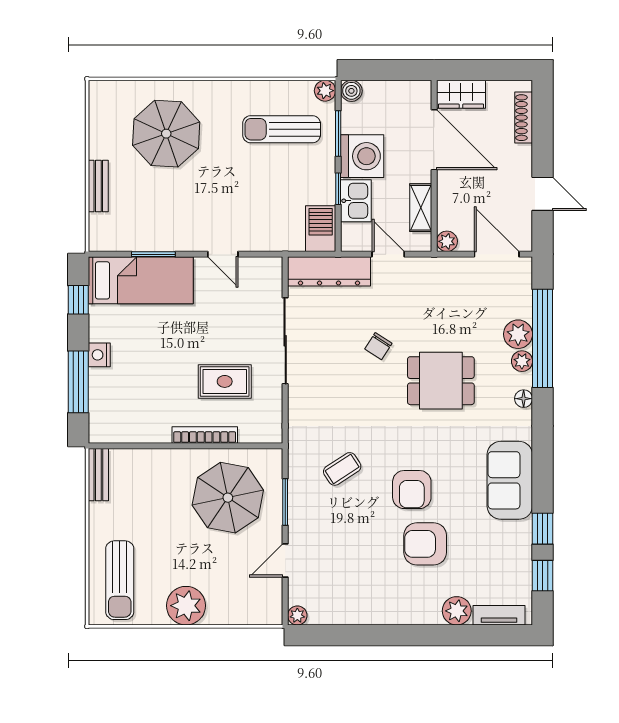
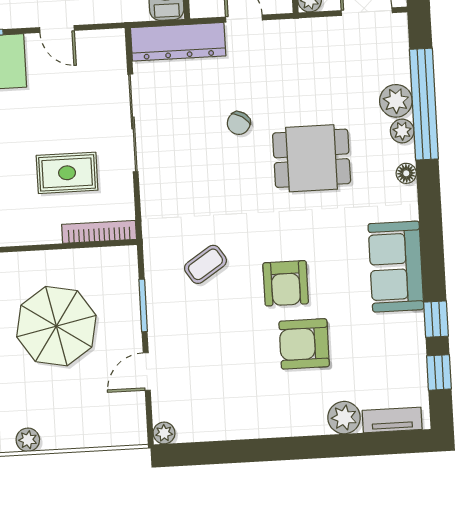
bookcase: (205, 435) -> (99, 232), moved
parasol: (228, 498) -> (56, 326), moved
plant: (186, 606) -> (28, 440), width x0.53, depth x0.53

